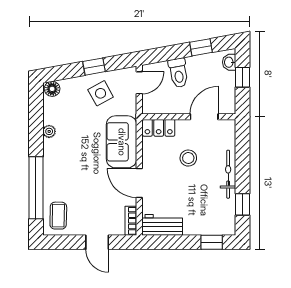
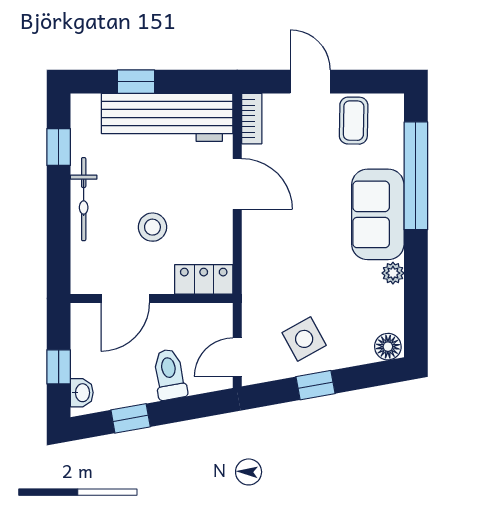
sofa: (122, 142) -> (378, 214), moved, turned 180
coffee table: (58, 216) -> (354, 121), moved
workbench: (162, 225) -> (167, 117), width x1.88, depth x1.32
window: (212, 242) -> (136, 82), moved

